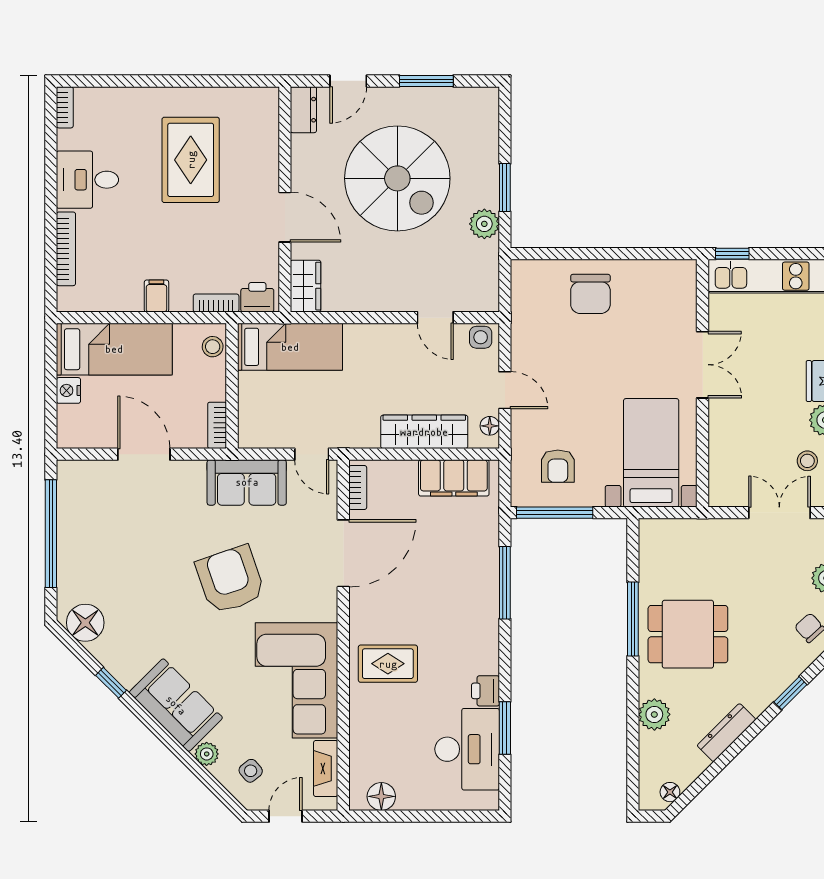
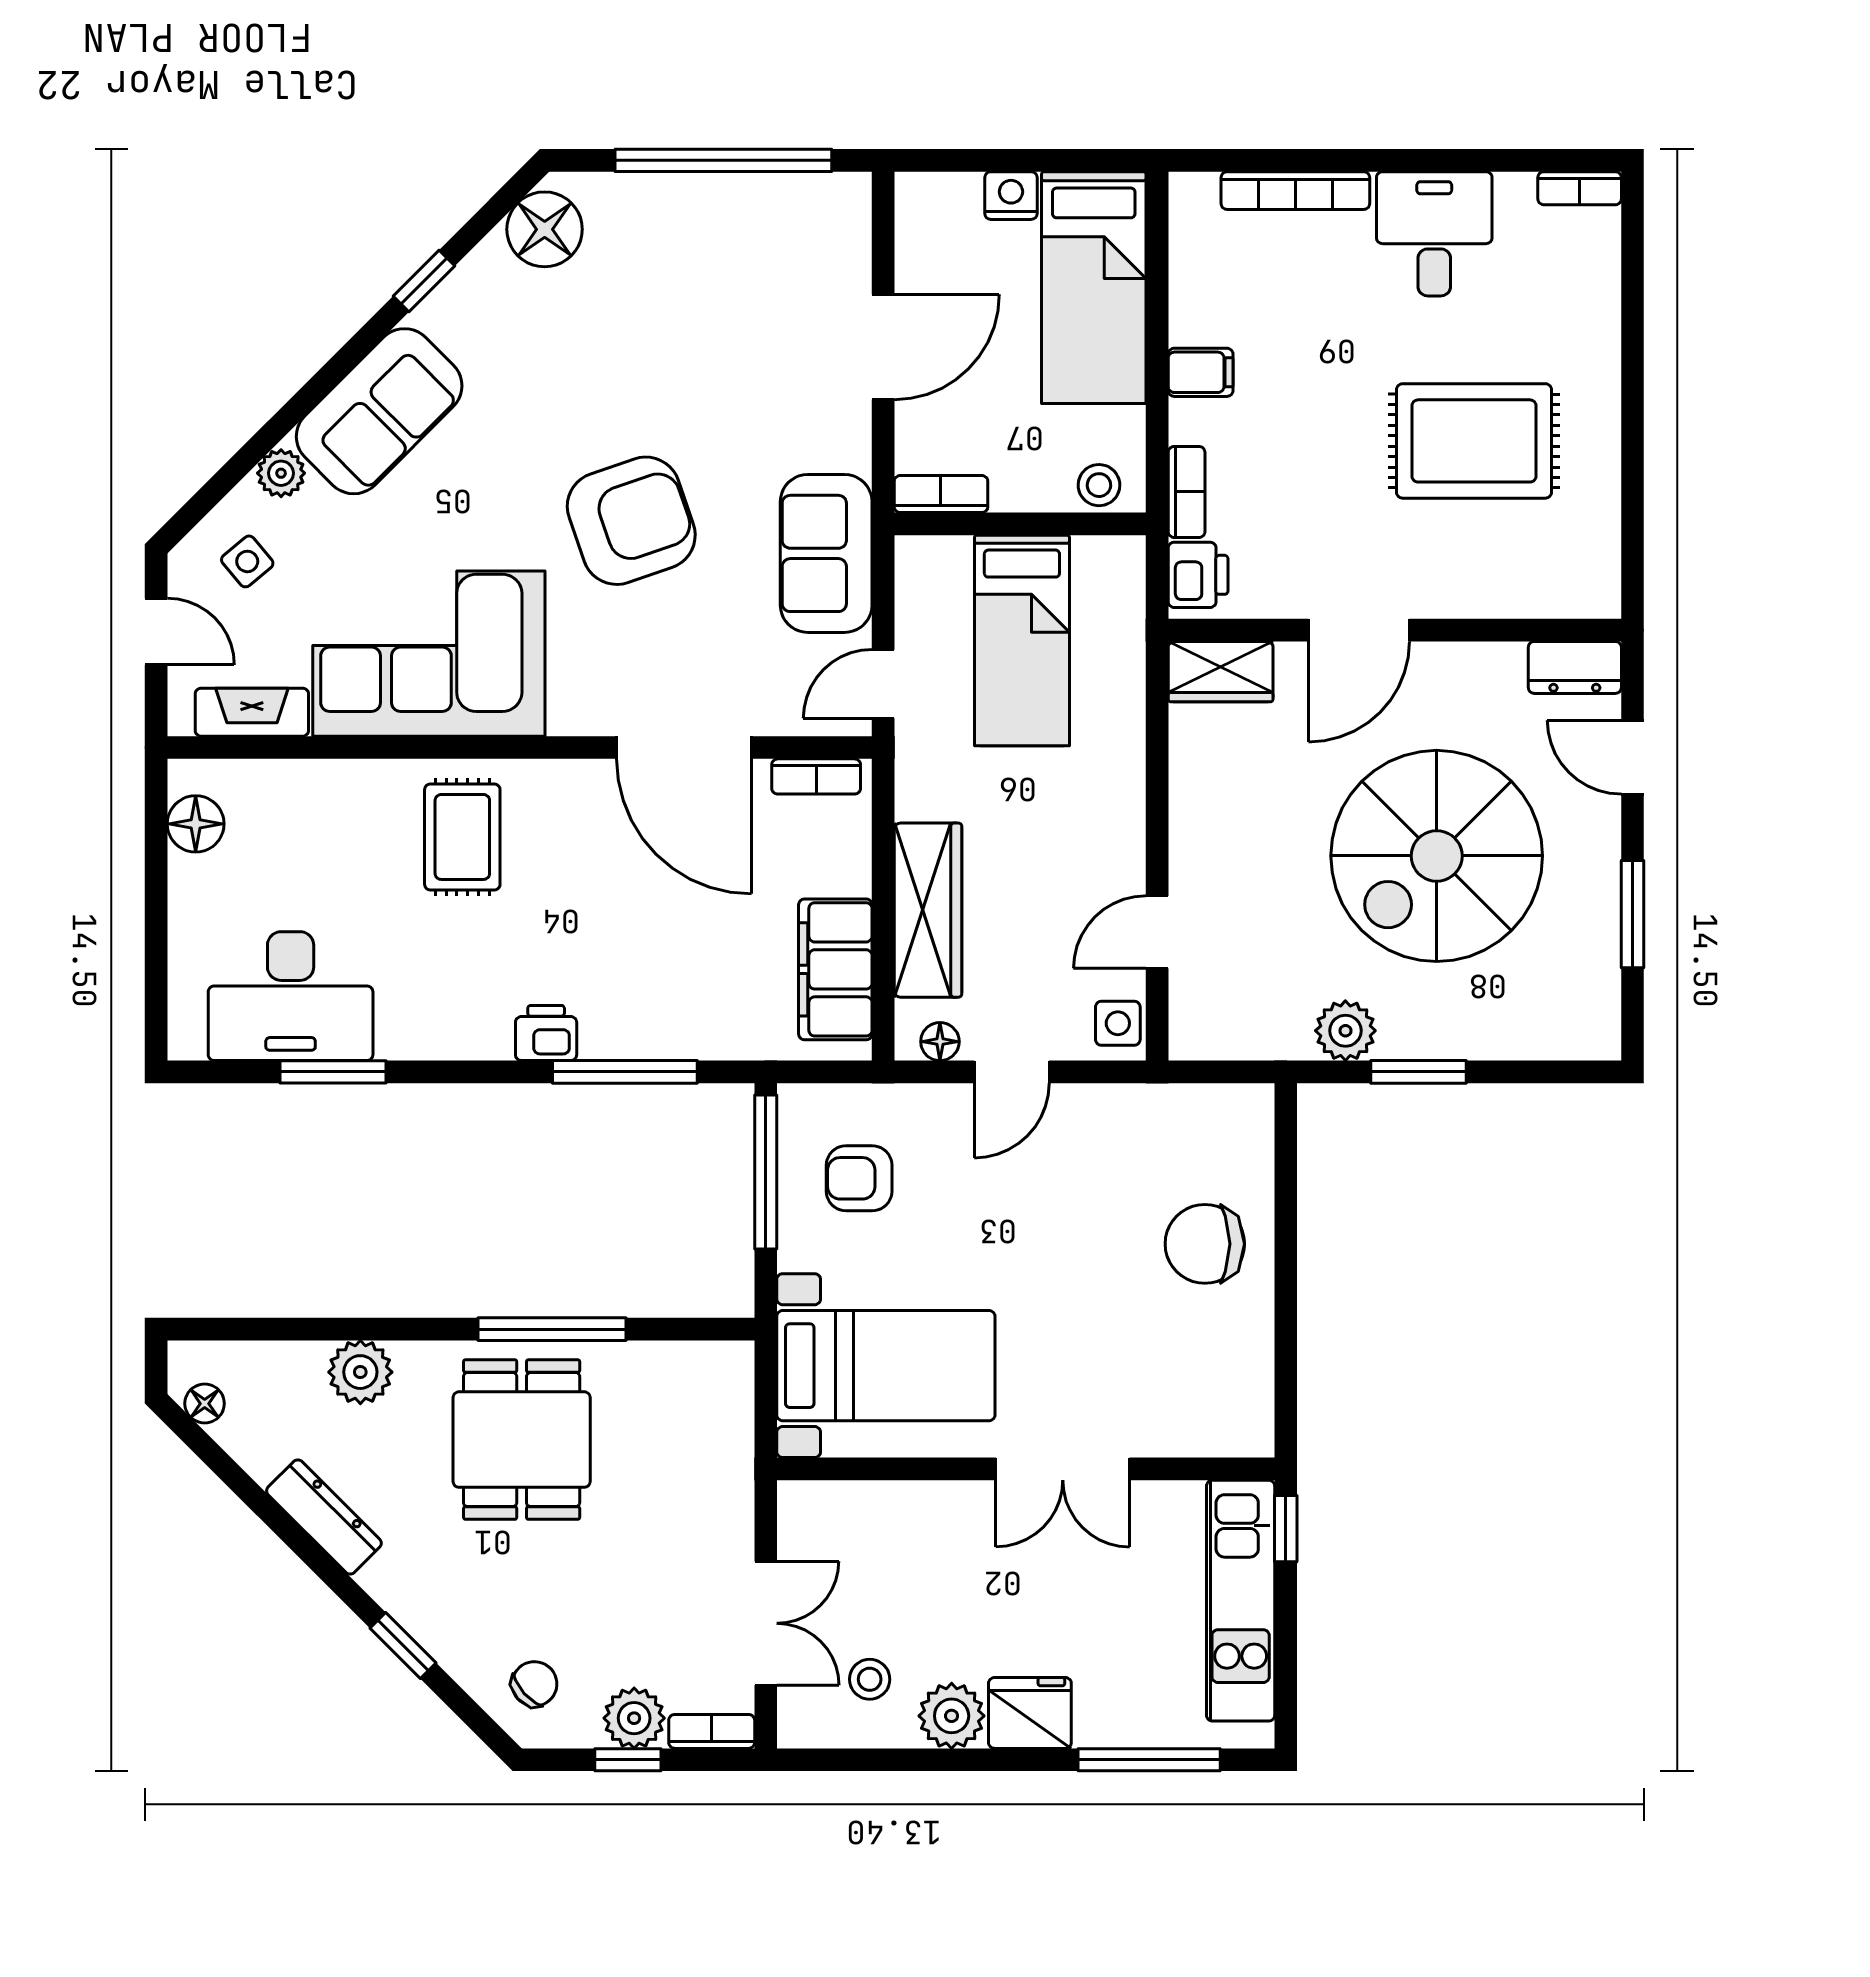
bed: (290, 347) -> (1022, 640), moved
printer: (485, 691) -> (546, 1033), moved

